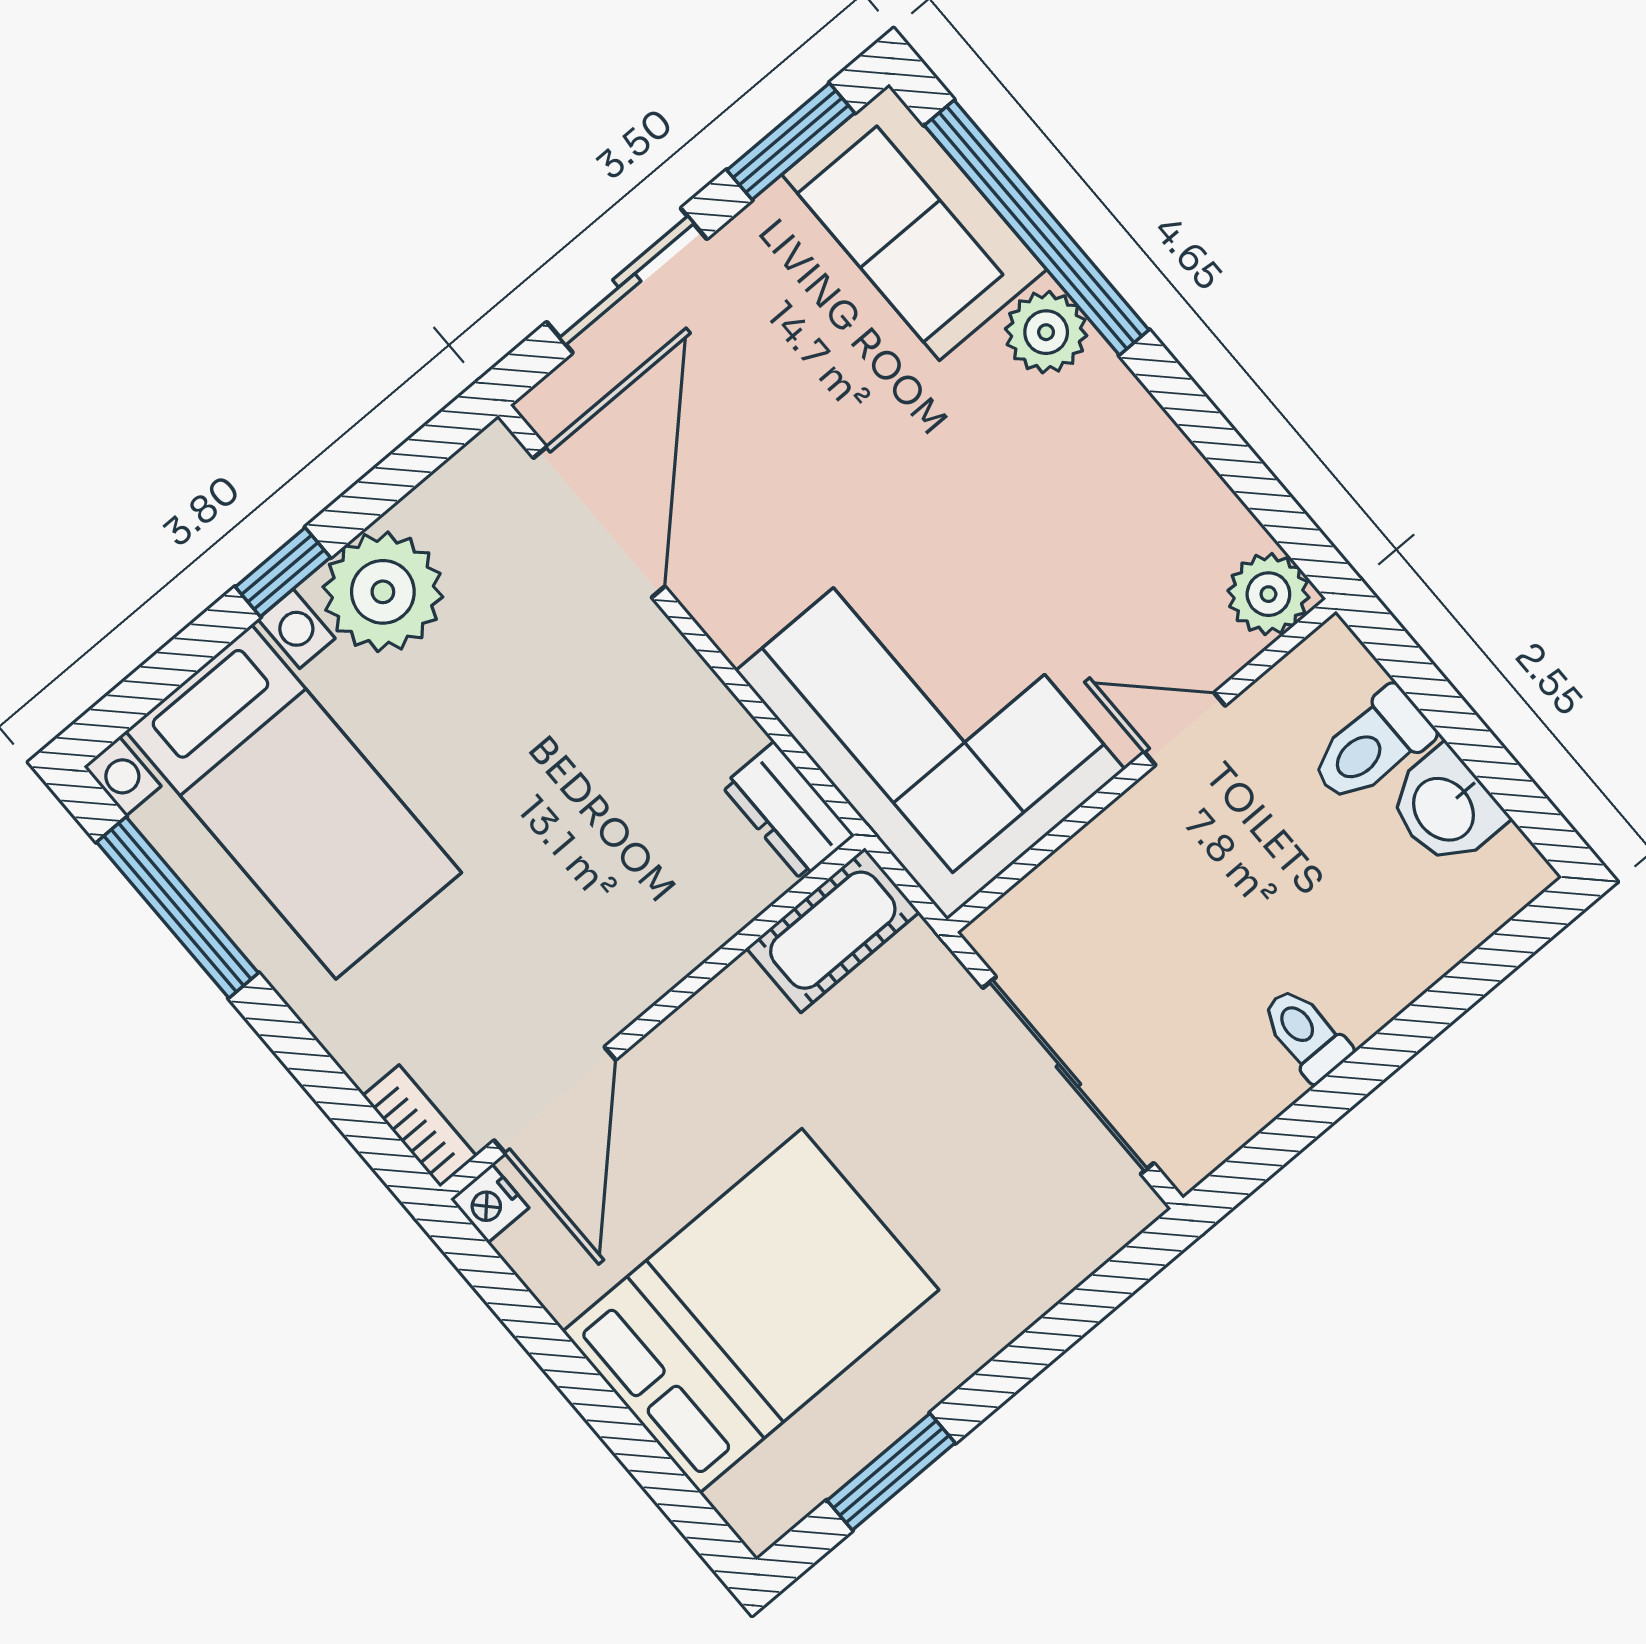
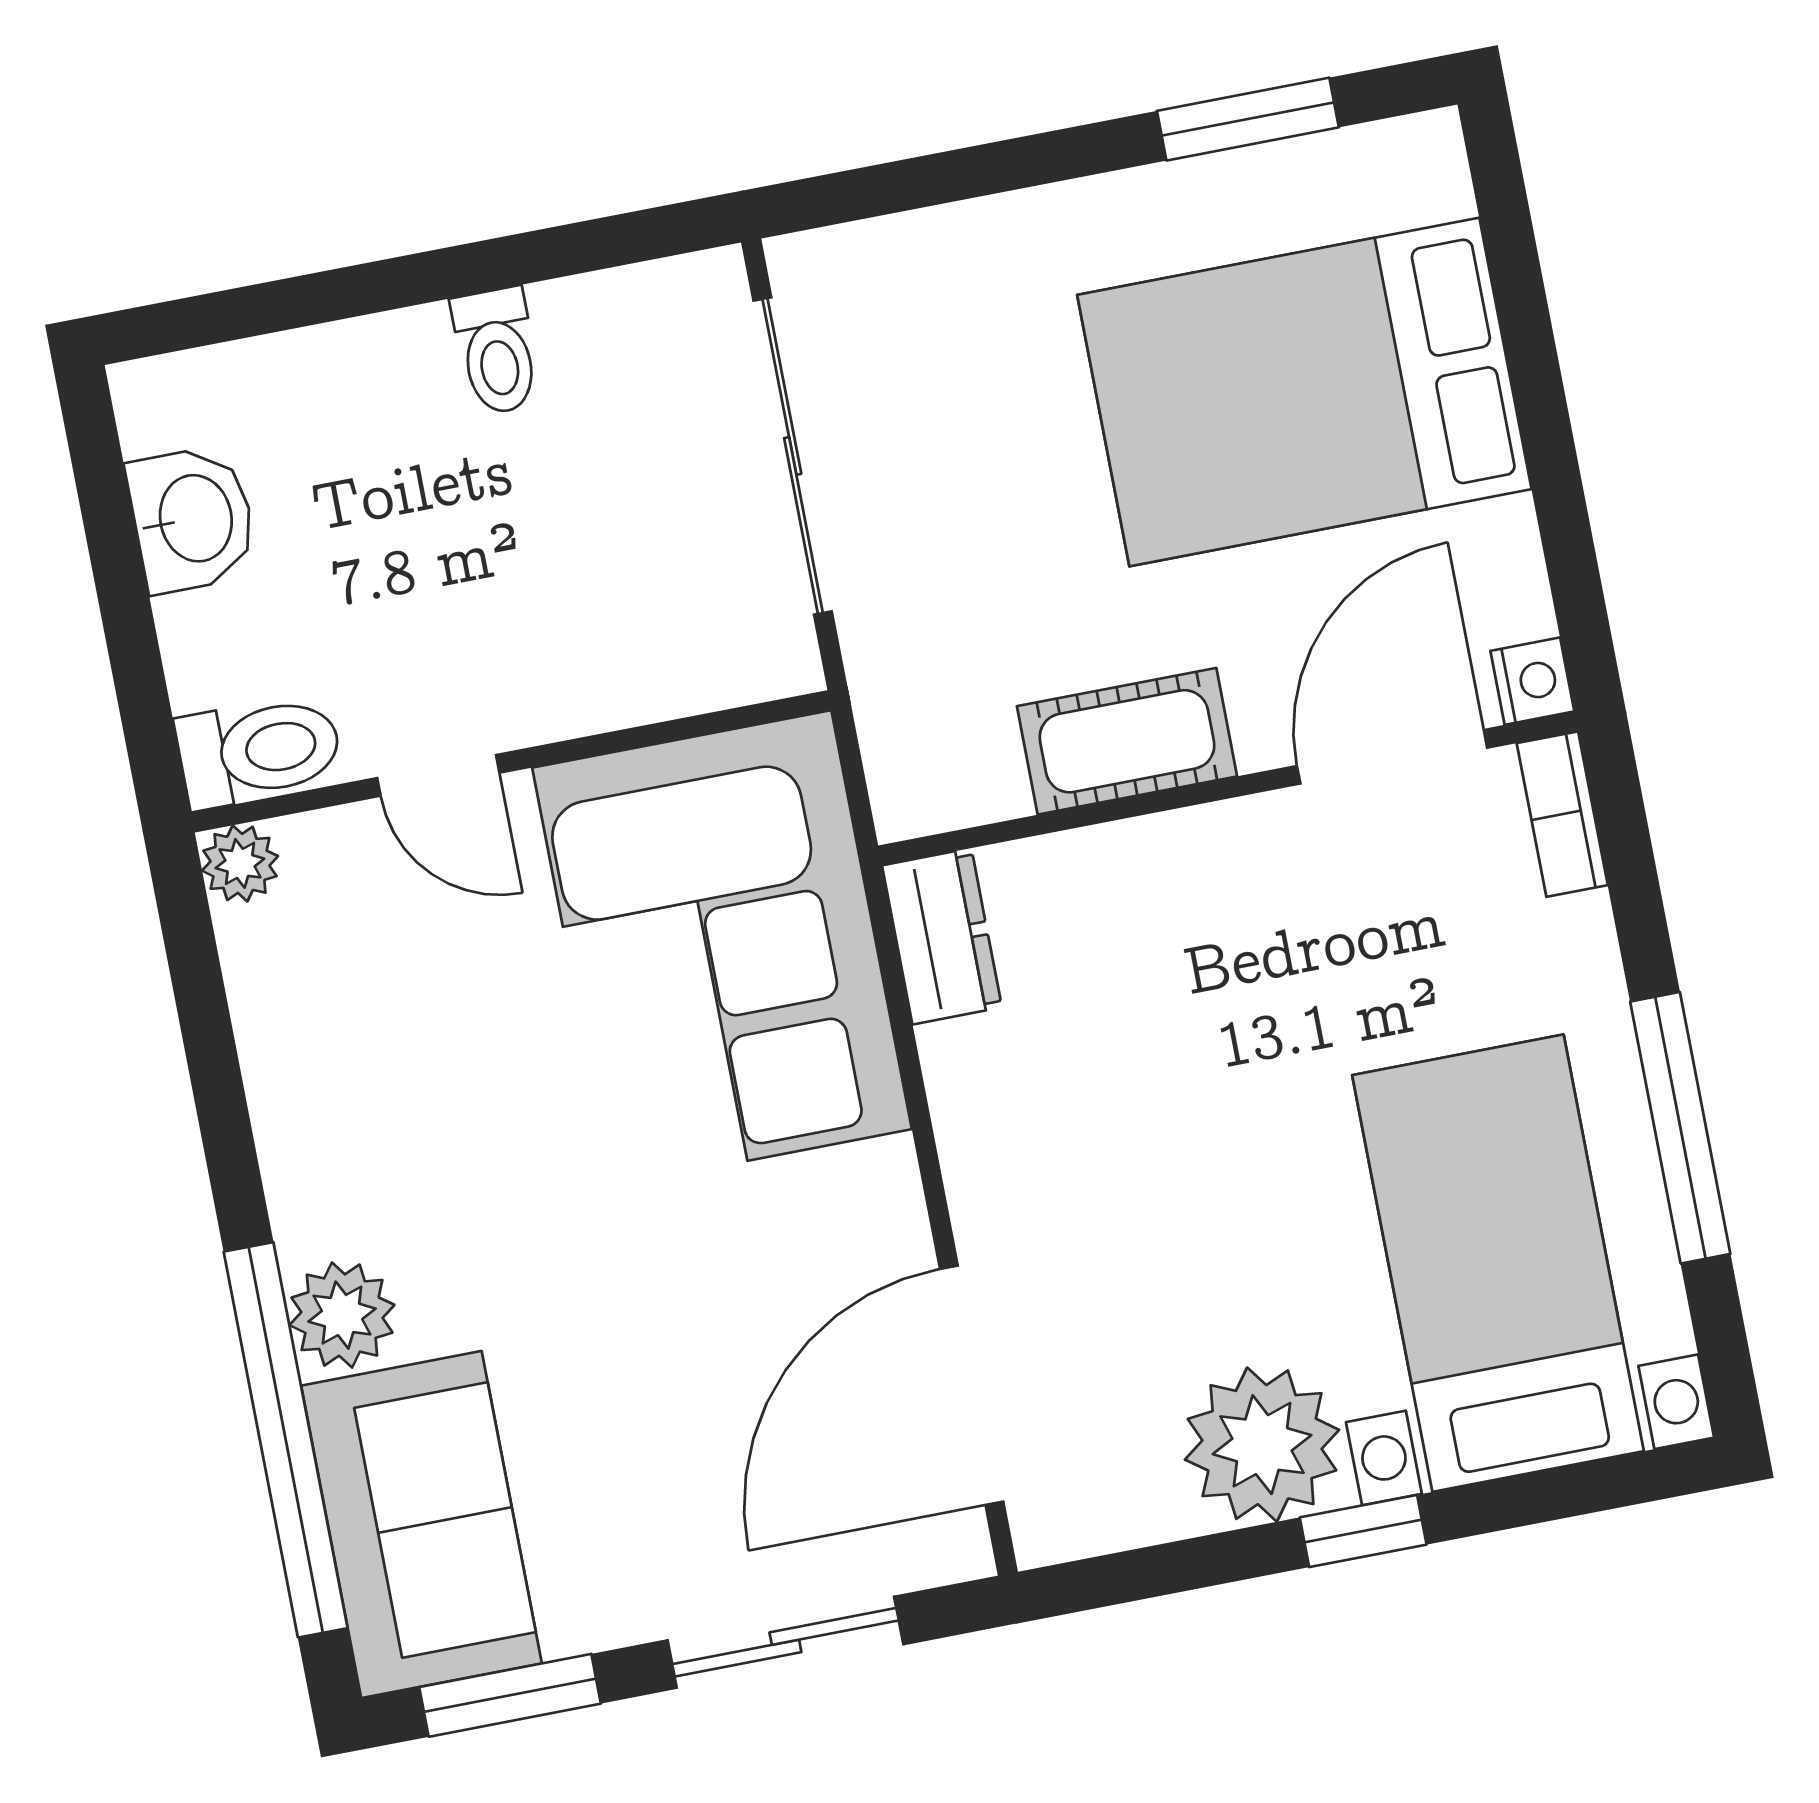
plant: (1268, 594) -> (240, 863), width x0.73, depth x0.73
toilet: (1372, 746) -> (259, 751), moved
window: (178, 908) -> (1680, 1128), moved
cot: (833, 930) -> (1127, 741), moved

